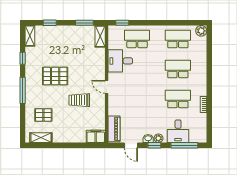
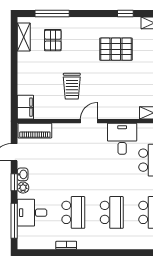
pallet: (55, 76) -> (116, 49), moved, turned 90
window: (23, 90) -> (52, 14), moved
trolley: (79, 100) -> (72, 86), turned 180

